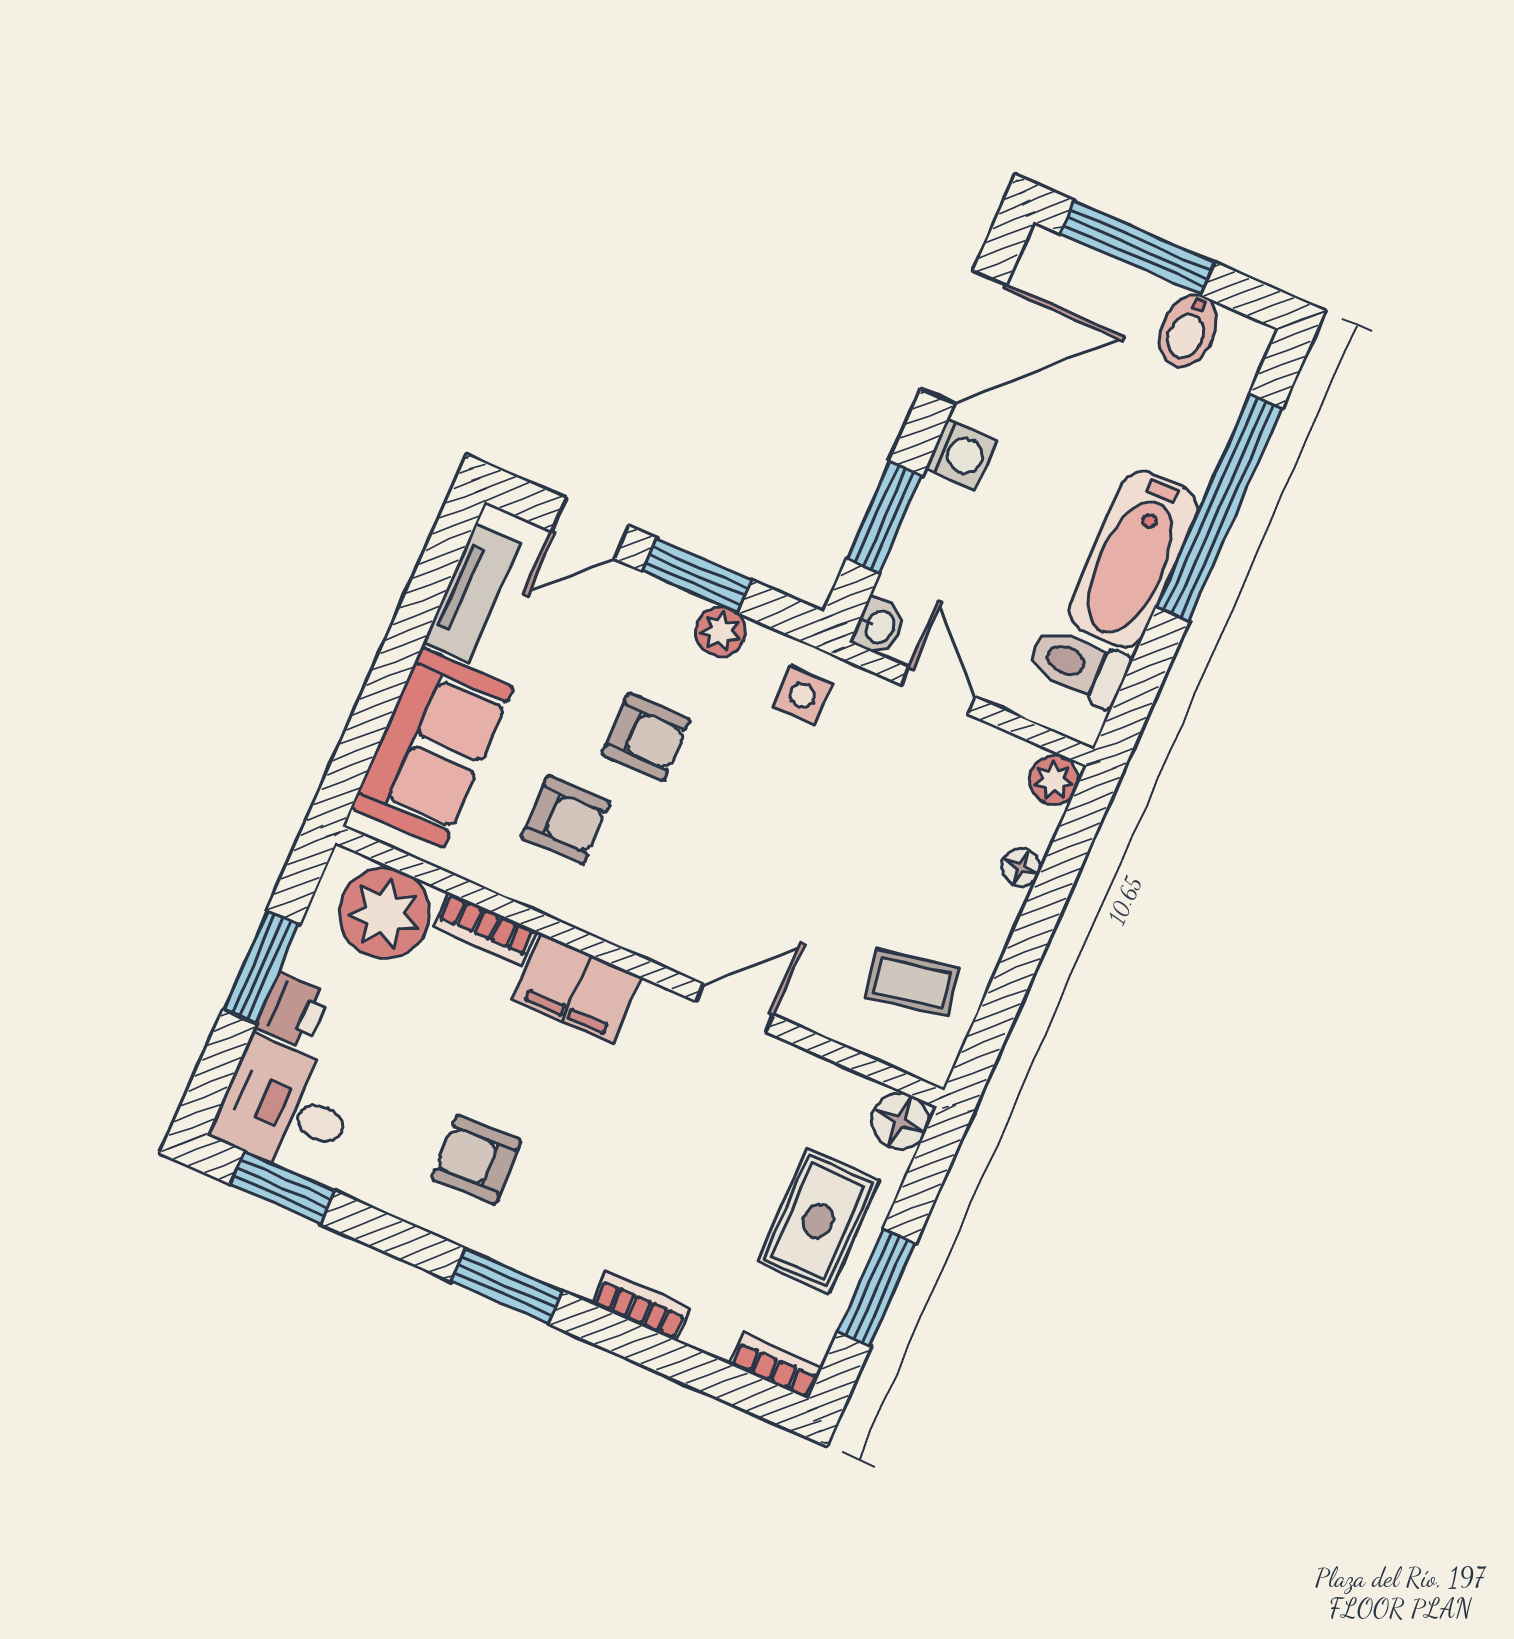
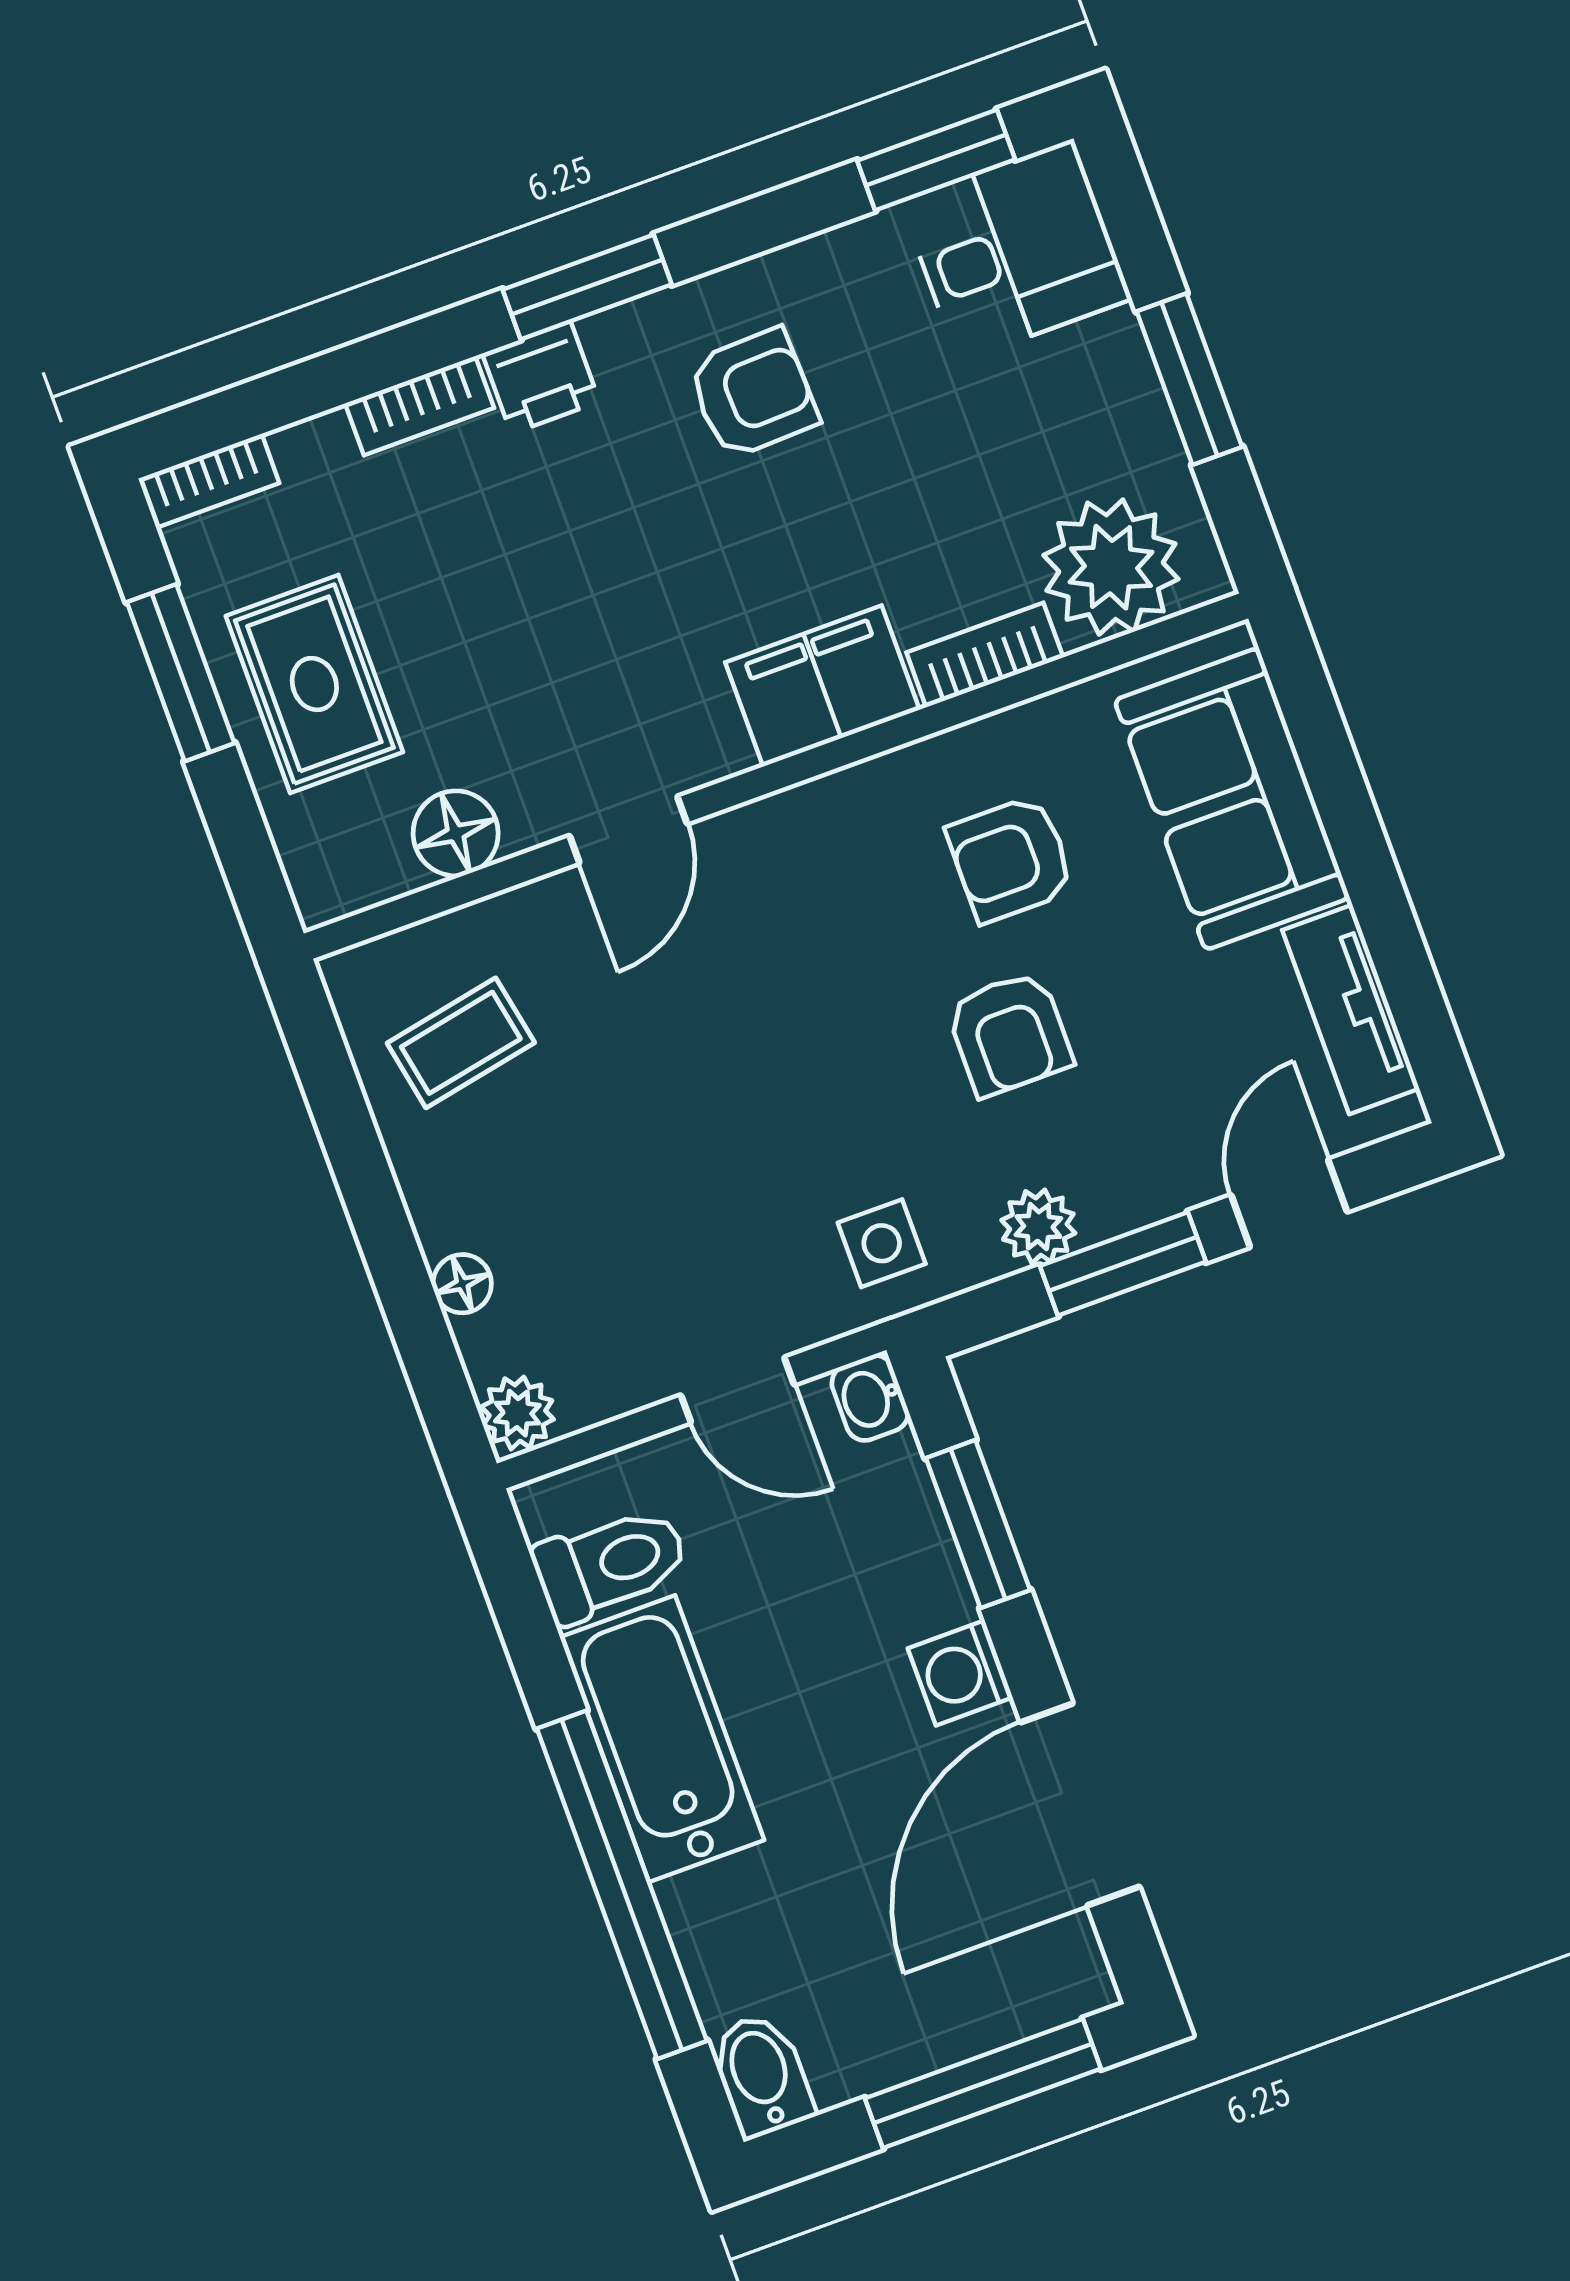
bidet: (1188, 330) -> (761, 2075), moved
armchair: (646, 737) -> (1009, 1034), turned -90
printer: (293, 1010) -> (541, 378), moved, turned -90
floor lamp: (900, 1121) -> (456, 833), moved

